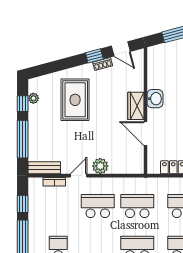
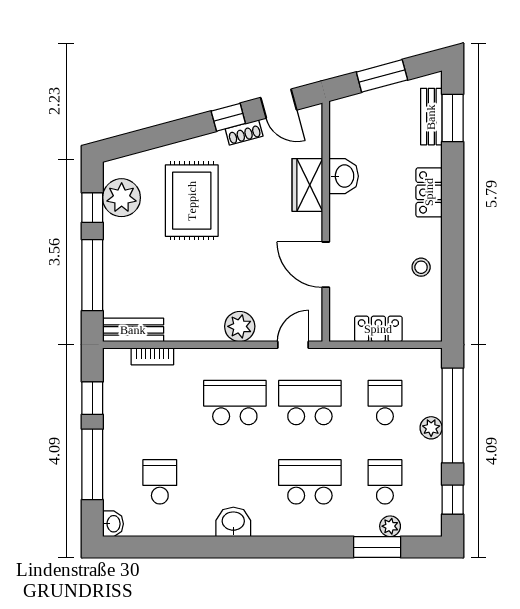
plant: (33, 98) -> (122, 198), width x1.88, depth x1.88
washbasin: (155, 99) -> (344, 176), moved
wardrobe: (136, 106) -> (307, 185), moved
door: (79, 176) -> (293, 345), moved

